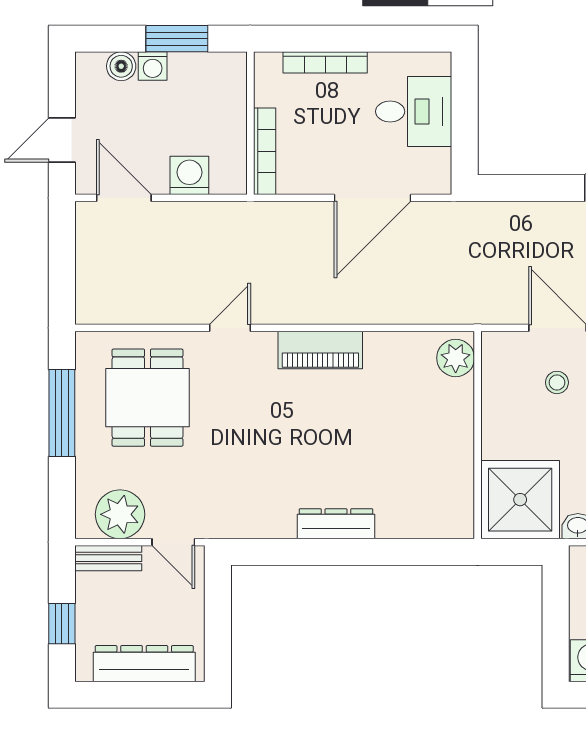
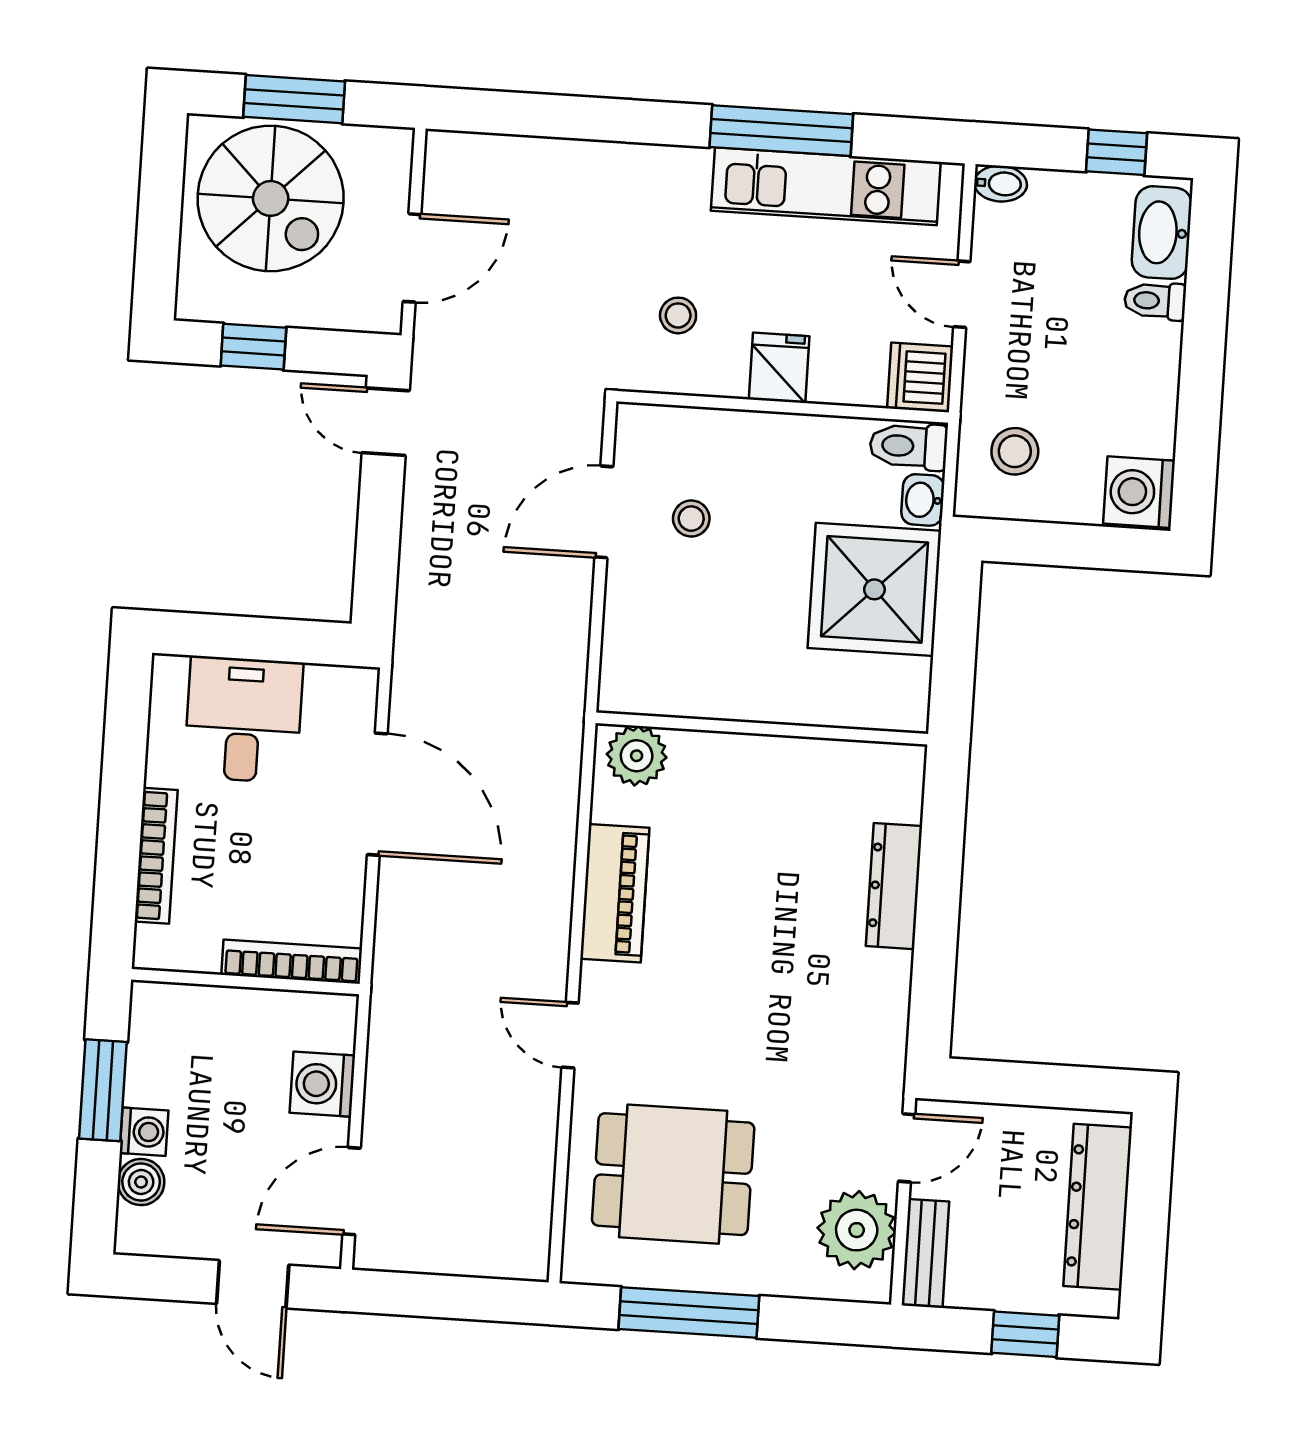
plant: (456, 358) -> (637, 756), moved
wall: (478, 435) -> (762, 729), moved

